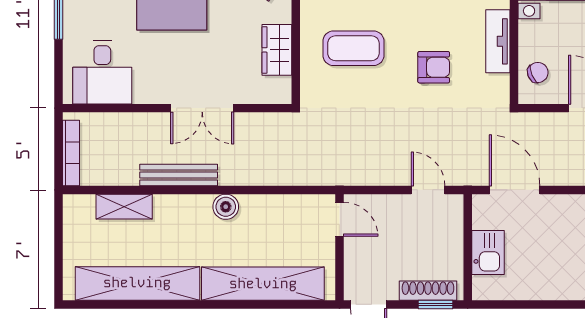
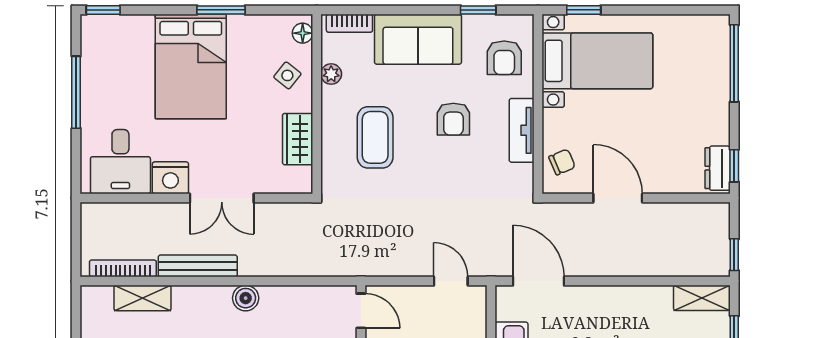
coffee table: (353, 48) -> (375, 137), turned 90
armchair: (434, 67) -> (453, 119), moved, turned 90
nightstand: (152, 88) -> (170, 178), added
bookcase: (71, 153) -> (123, 268), moved, turned -90

